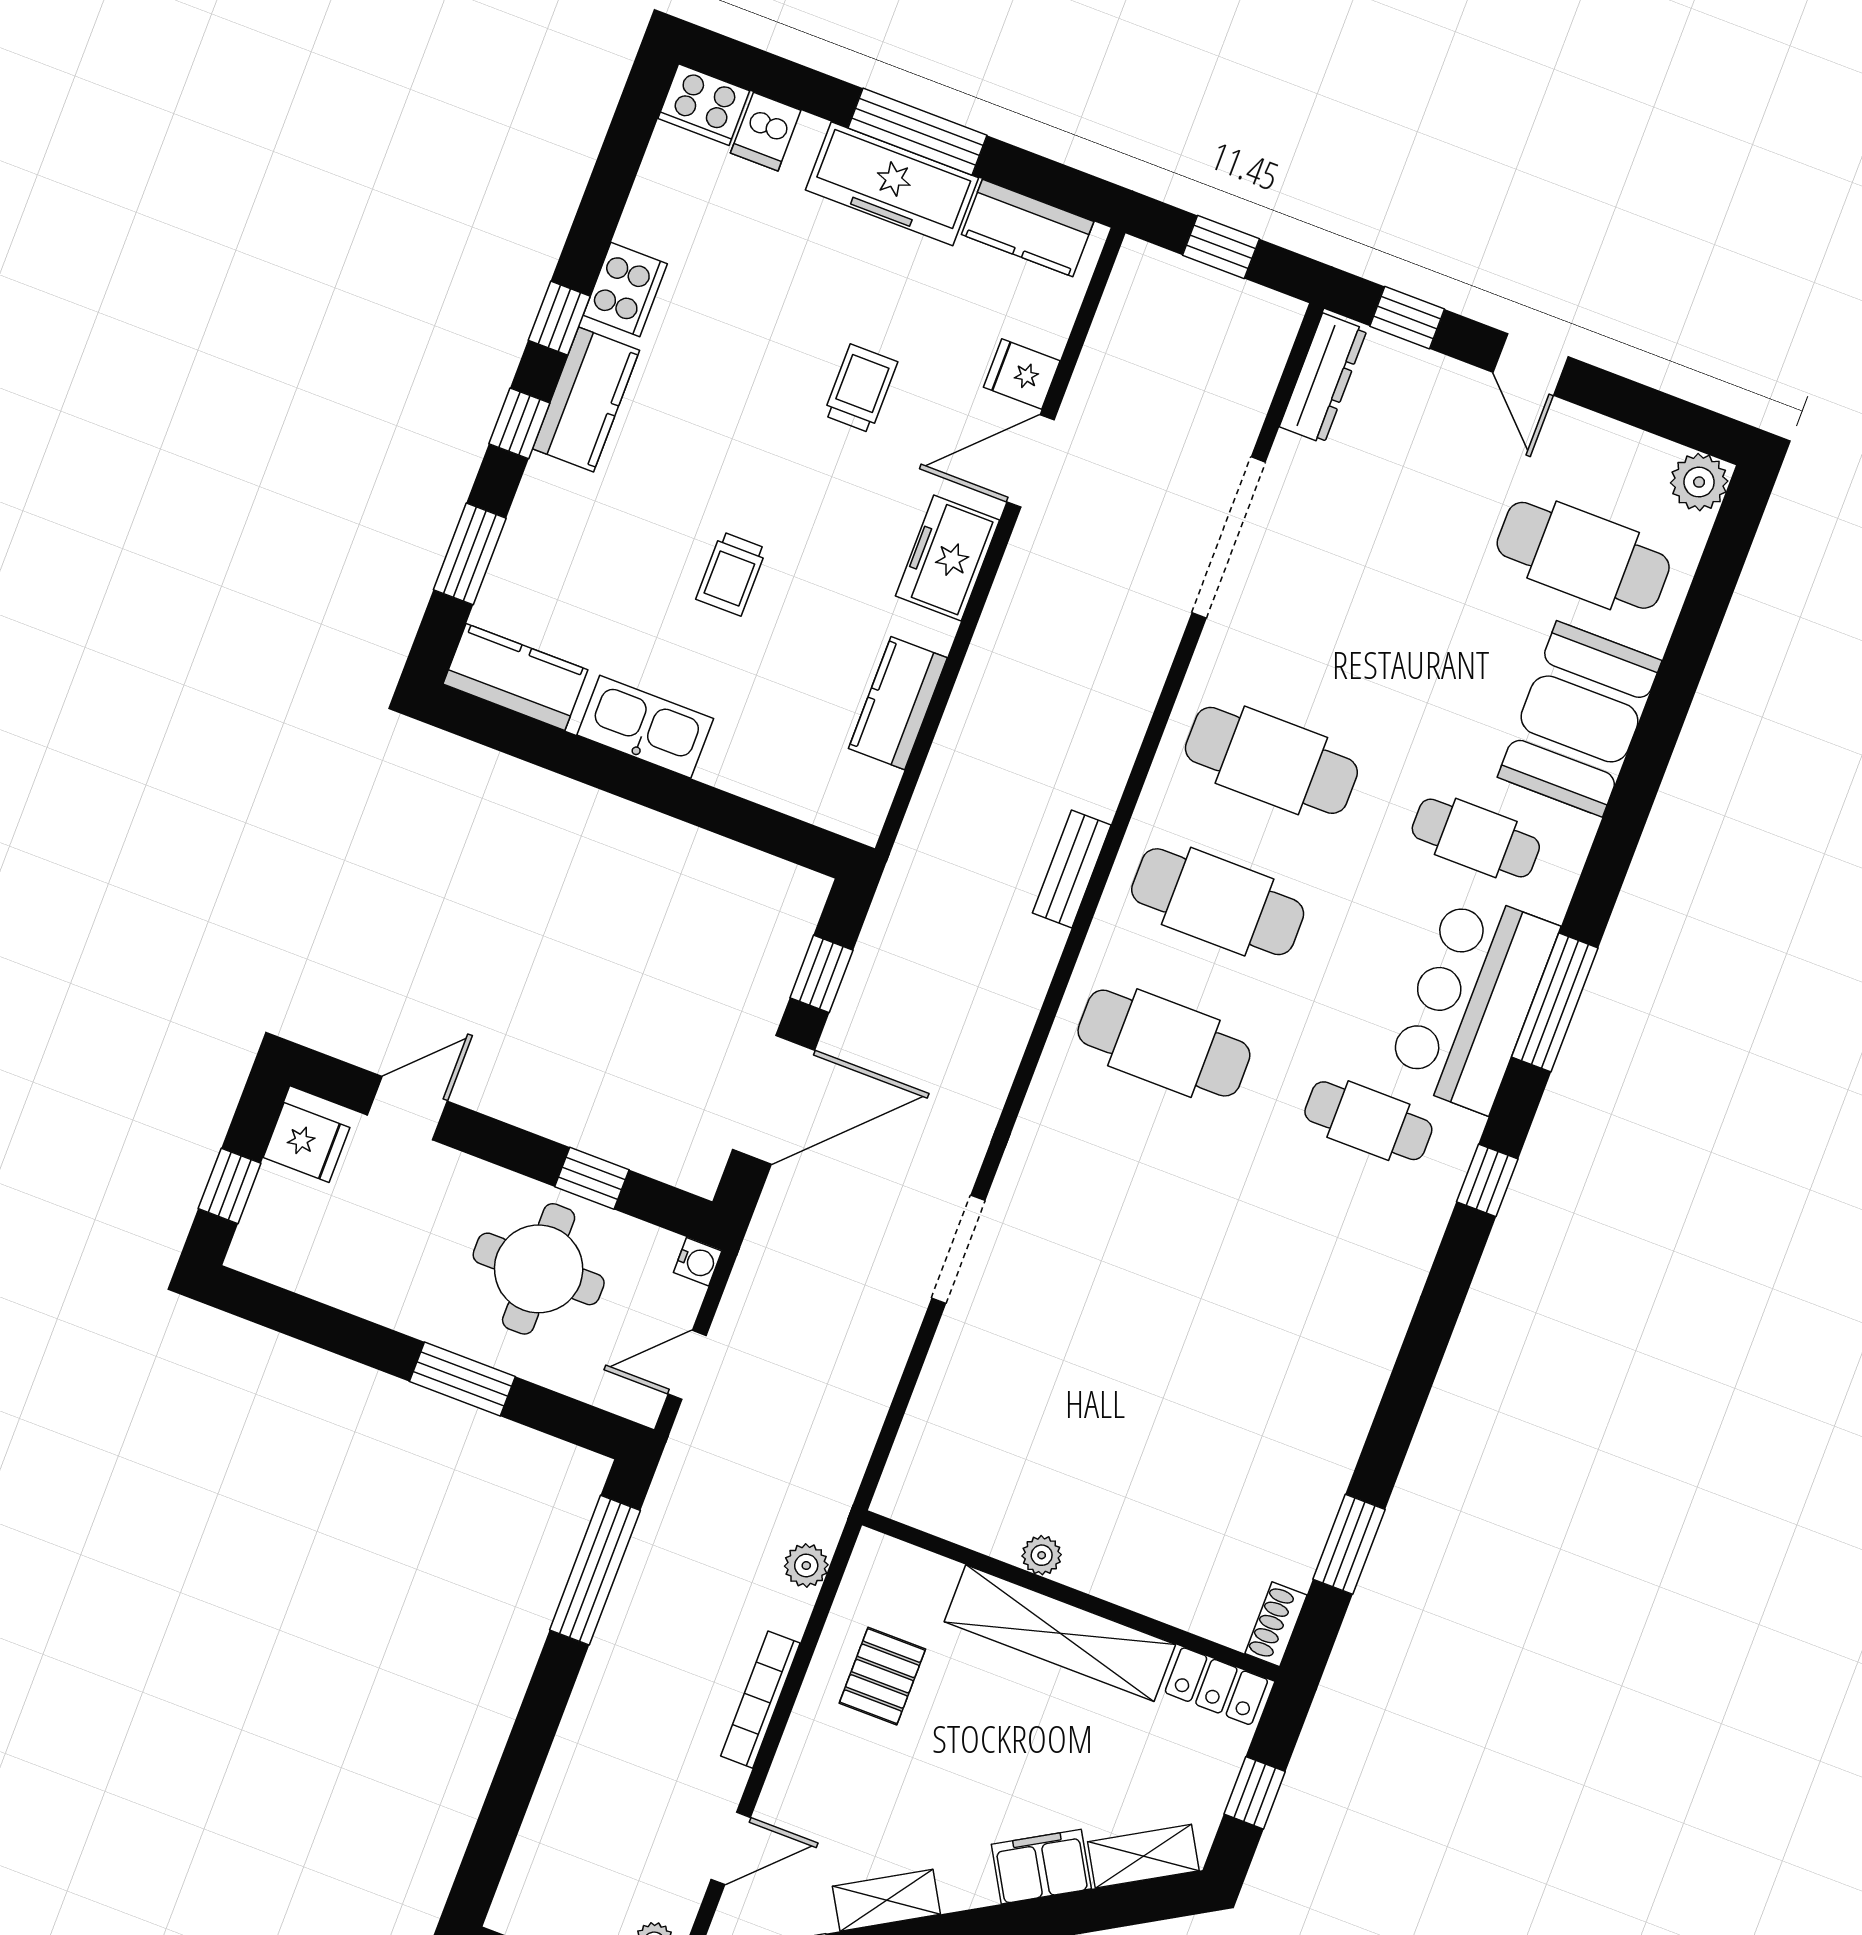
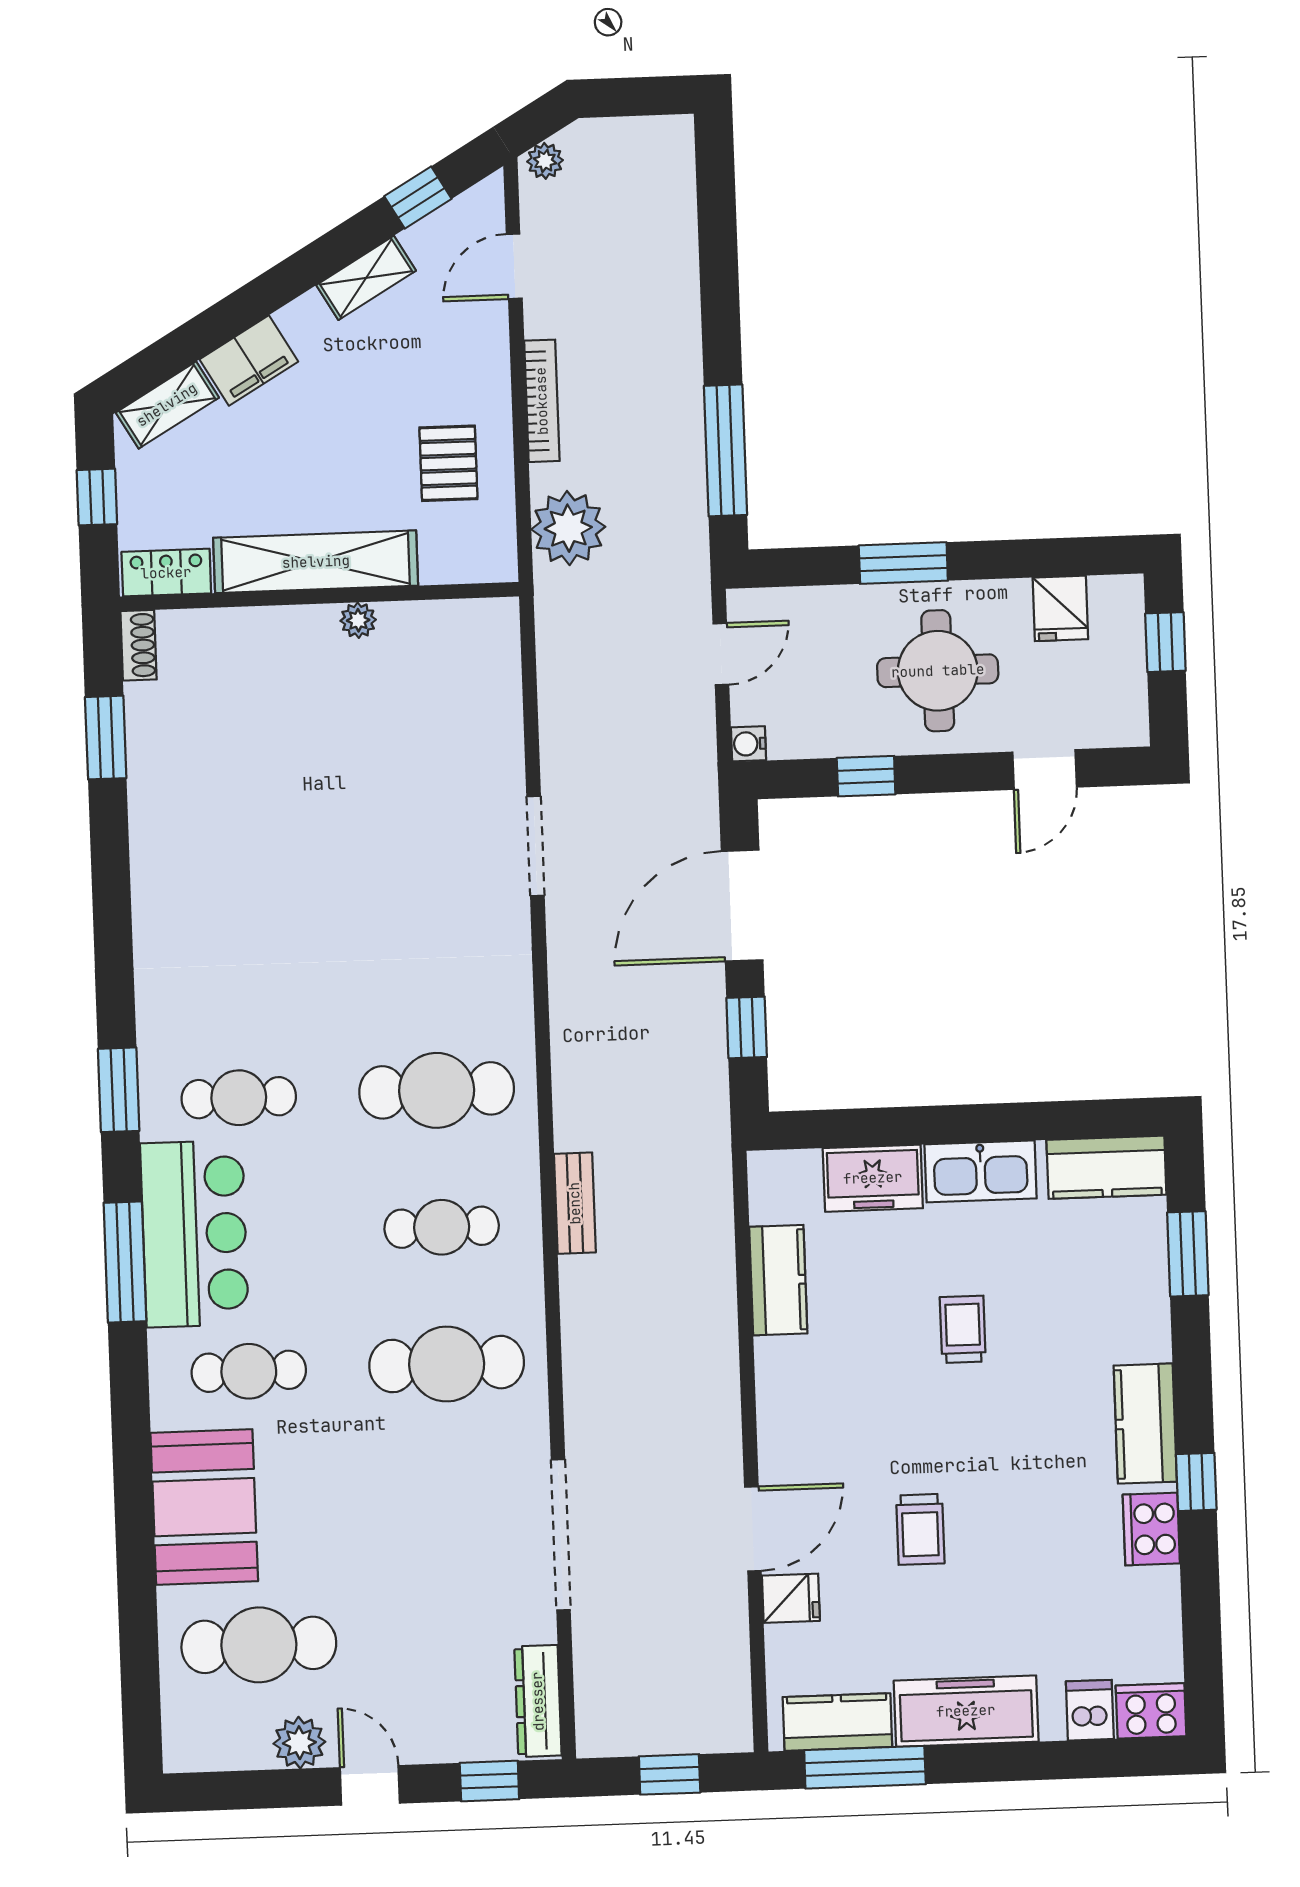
window: (917, 132) -> (865, 1767), moved
window: (519, 423) -> (1193, 1380), removed
plant: (1699, 482) -> (299, 1743), moved
freezer: (948, 558) -> (873, 1178), moved, turned 90
cafe table: (1218, 902) -> (442, 1227), width x0.73, depth x0.74
fridge: (306, 1142) -> (1060, 608), moved, turned -90
window: (1487, 1180) -> (119, 1090), width x1.50
round table: (539, 1269) -> (938, 671), moved
plant: (806, 1565) -> (568, 528), width x1.87, depth x1.87

